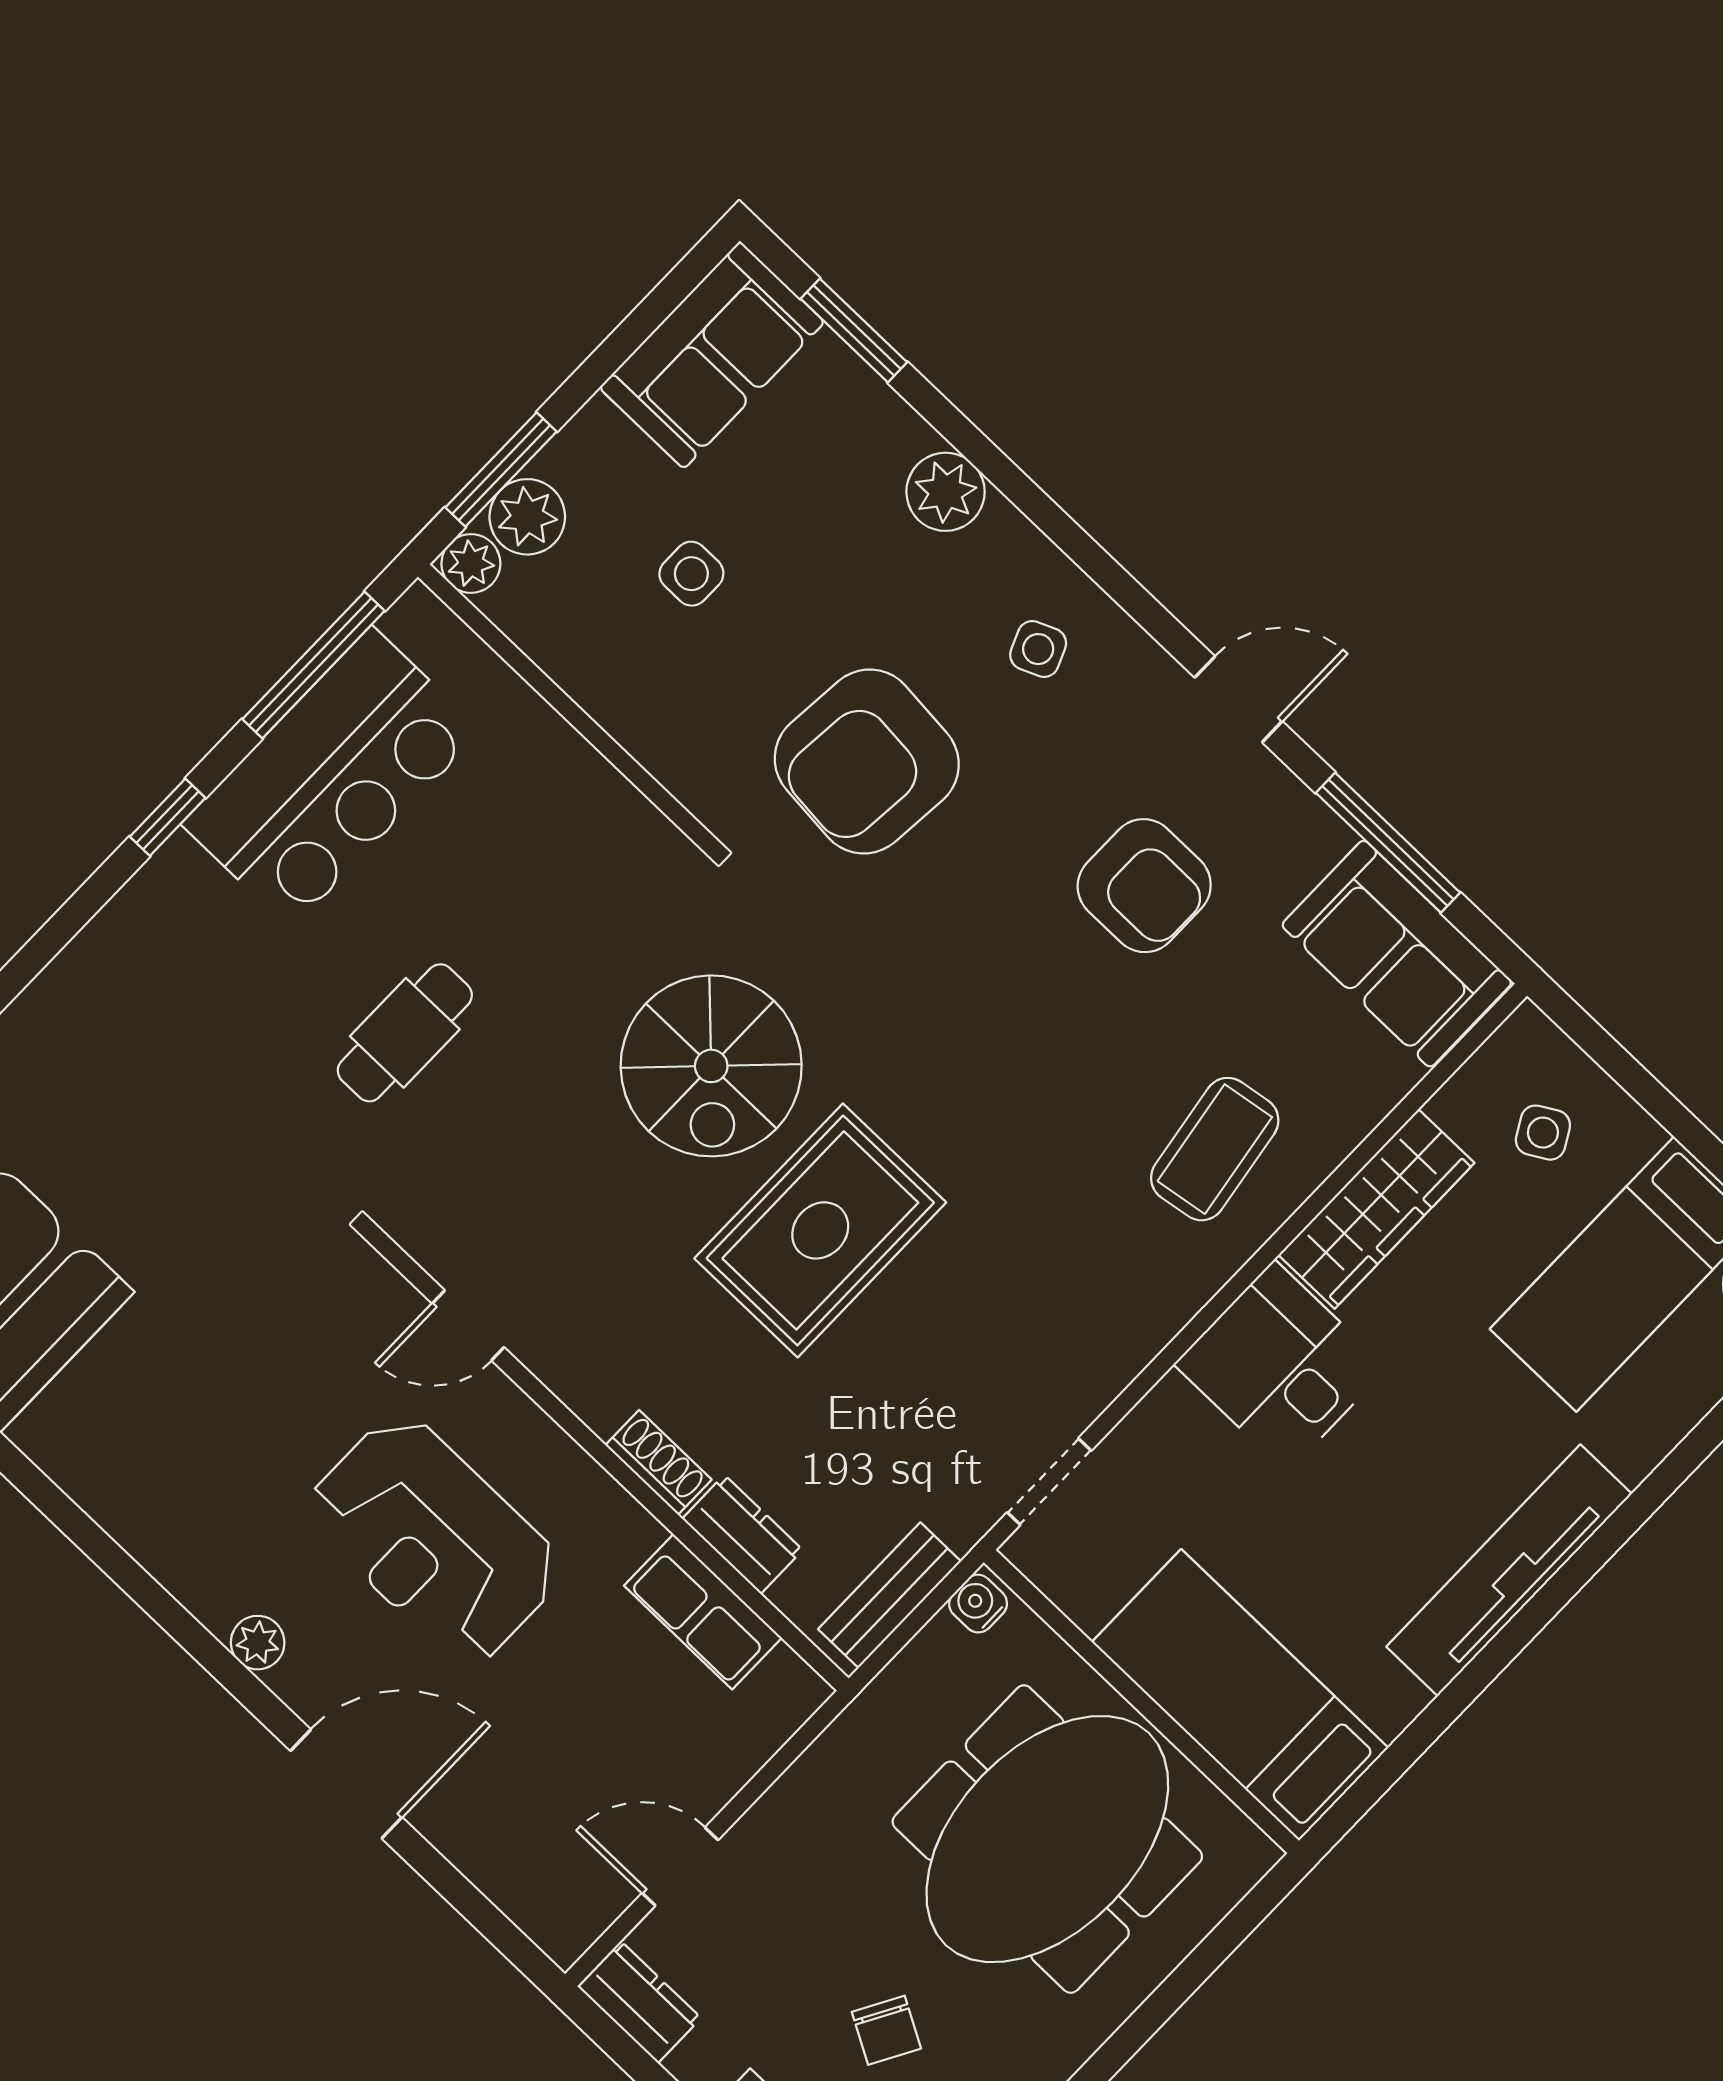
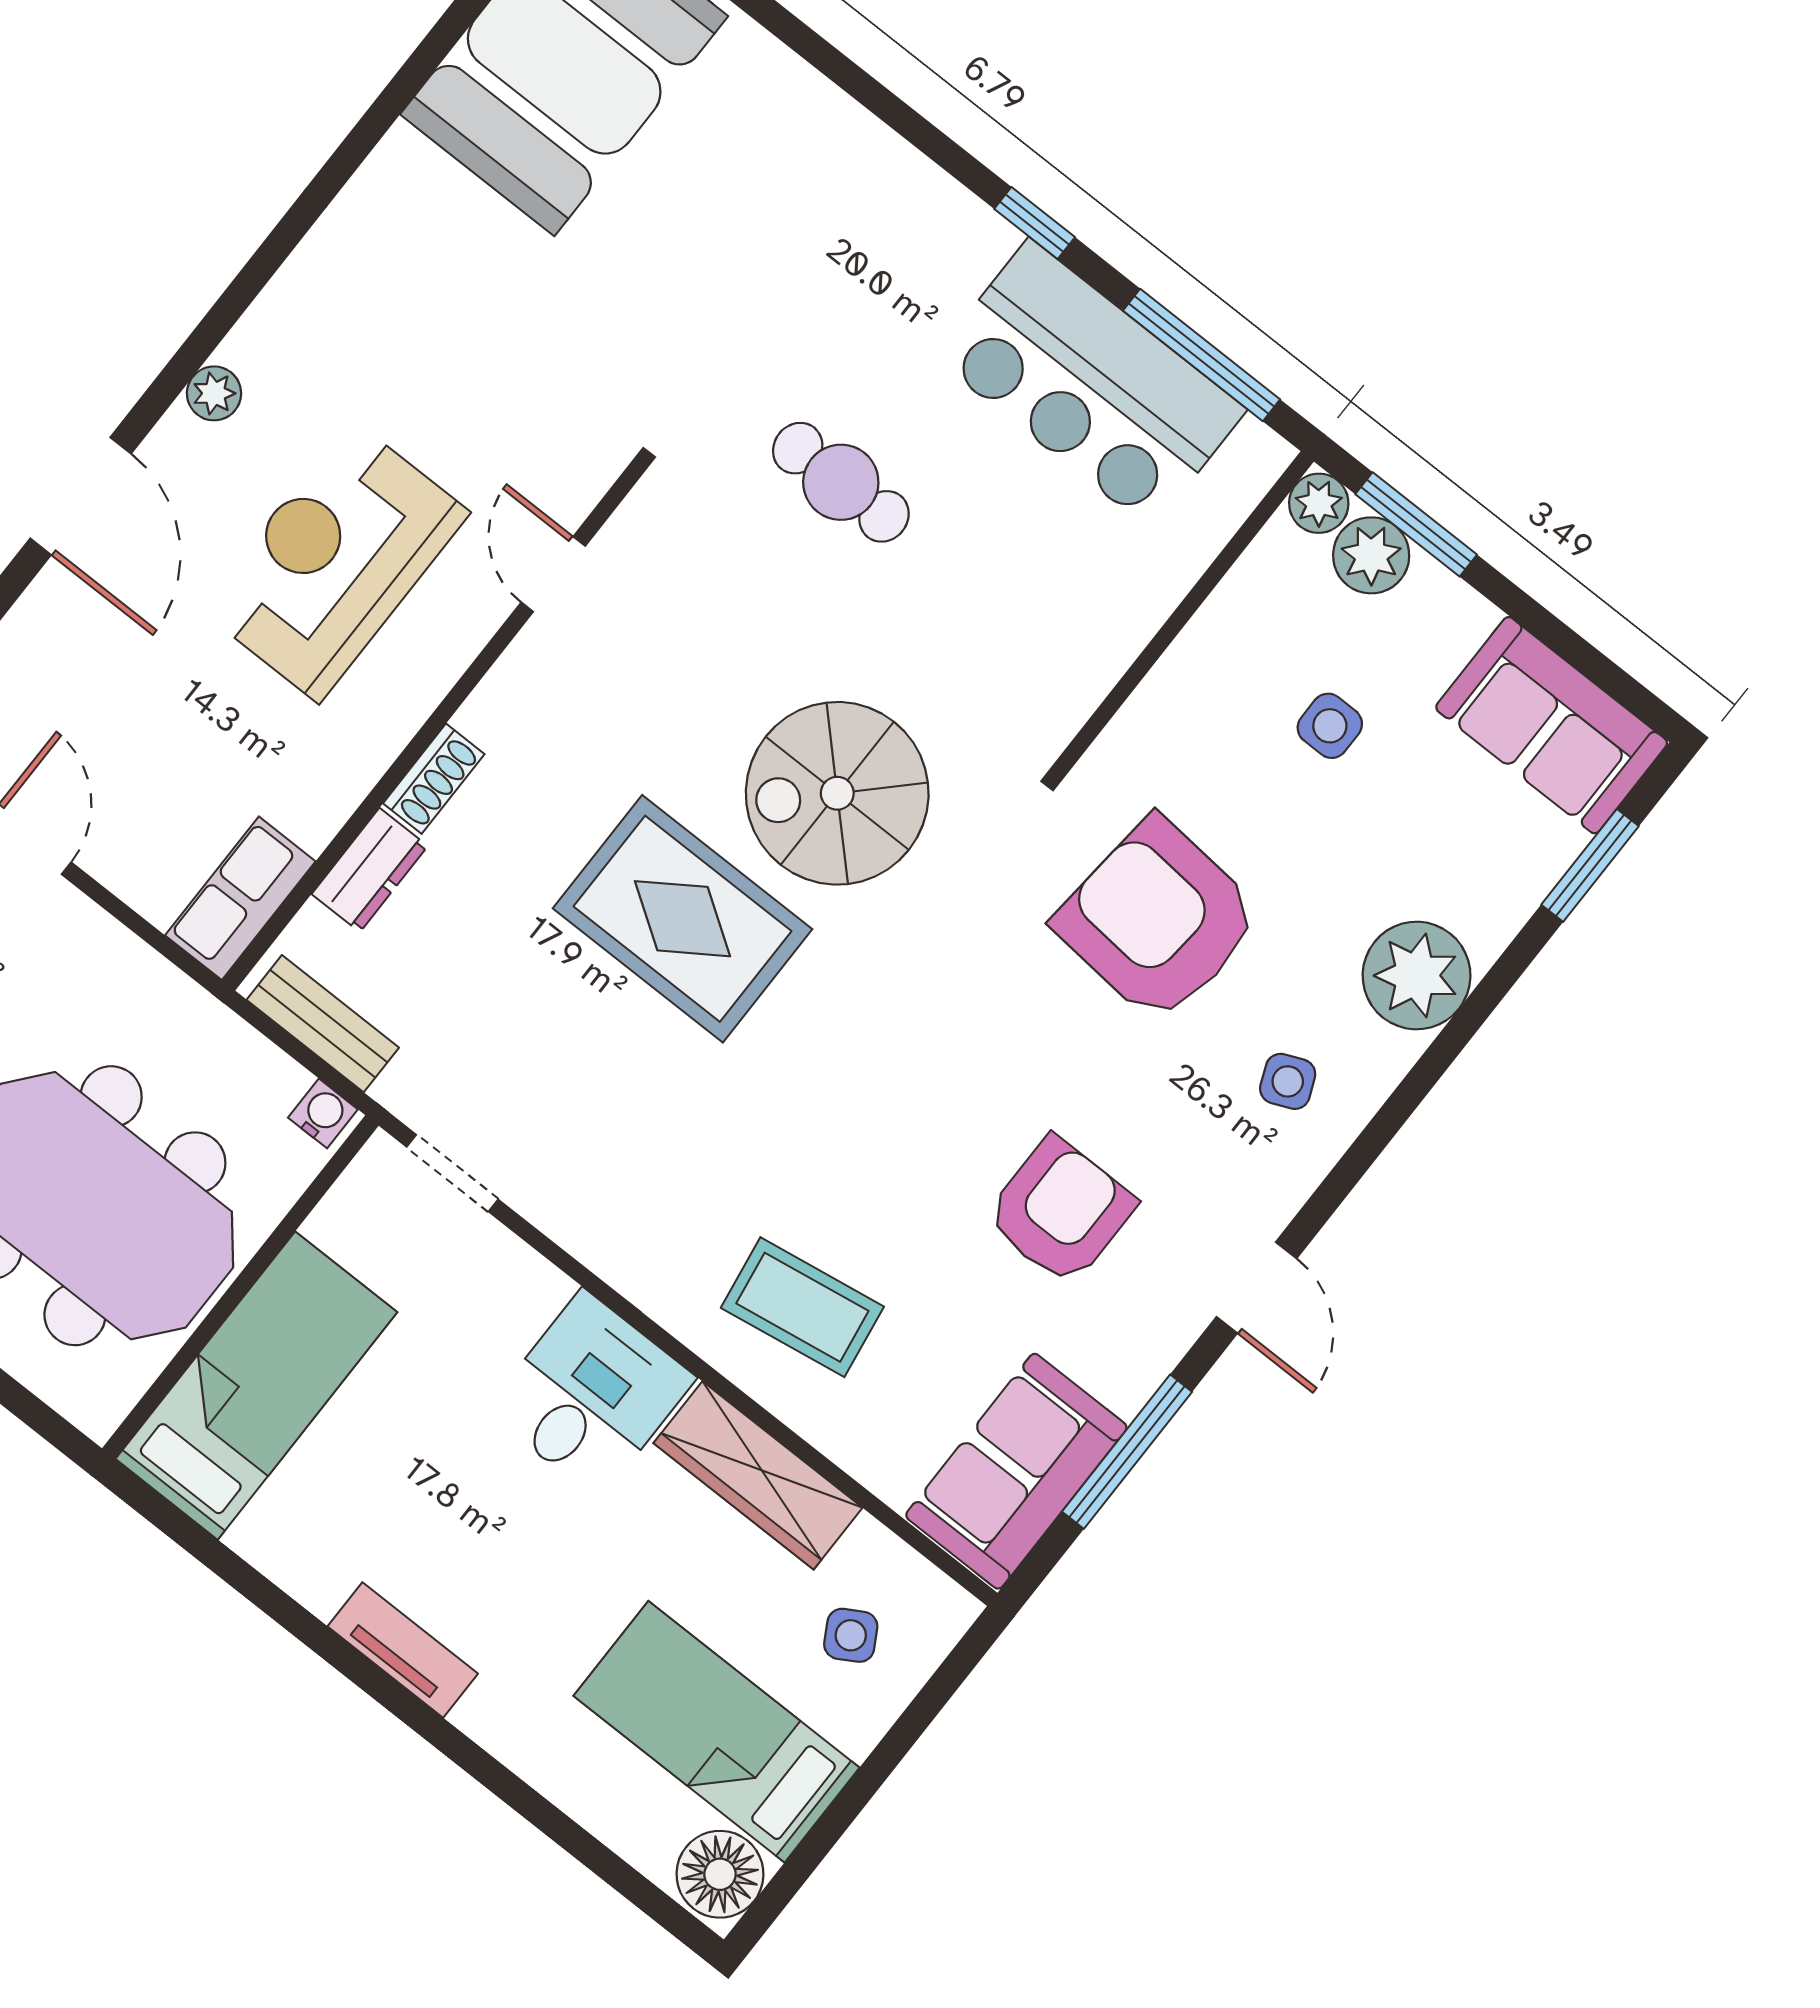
plant: (946, 492) -> (1417, 976), width x1.36, depth x1.36
armchair: (1144, 886) -> (1060, 1211), turned 180
tv unit: (1509, 1570) -> (403, 1650), width x0.52, depth x0.78
row of seats: (703, 1612) -> (240, 898), moved

